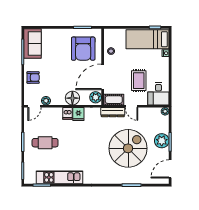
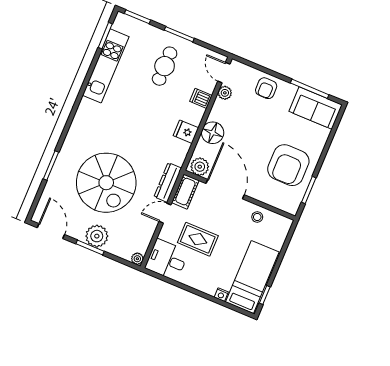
armchair: (83, 49) -> (288, 165), moved, turned -90
dishwasher: (68, 113) -> (201, 98), moved

